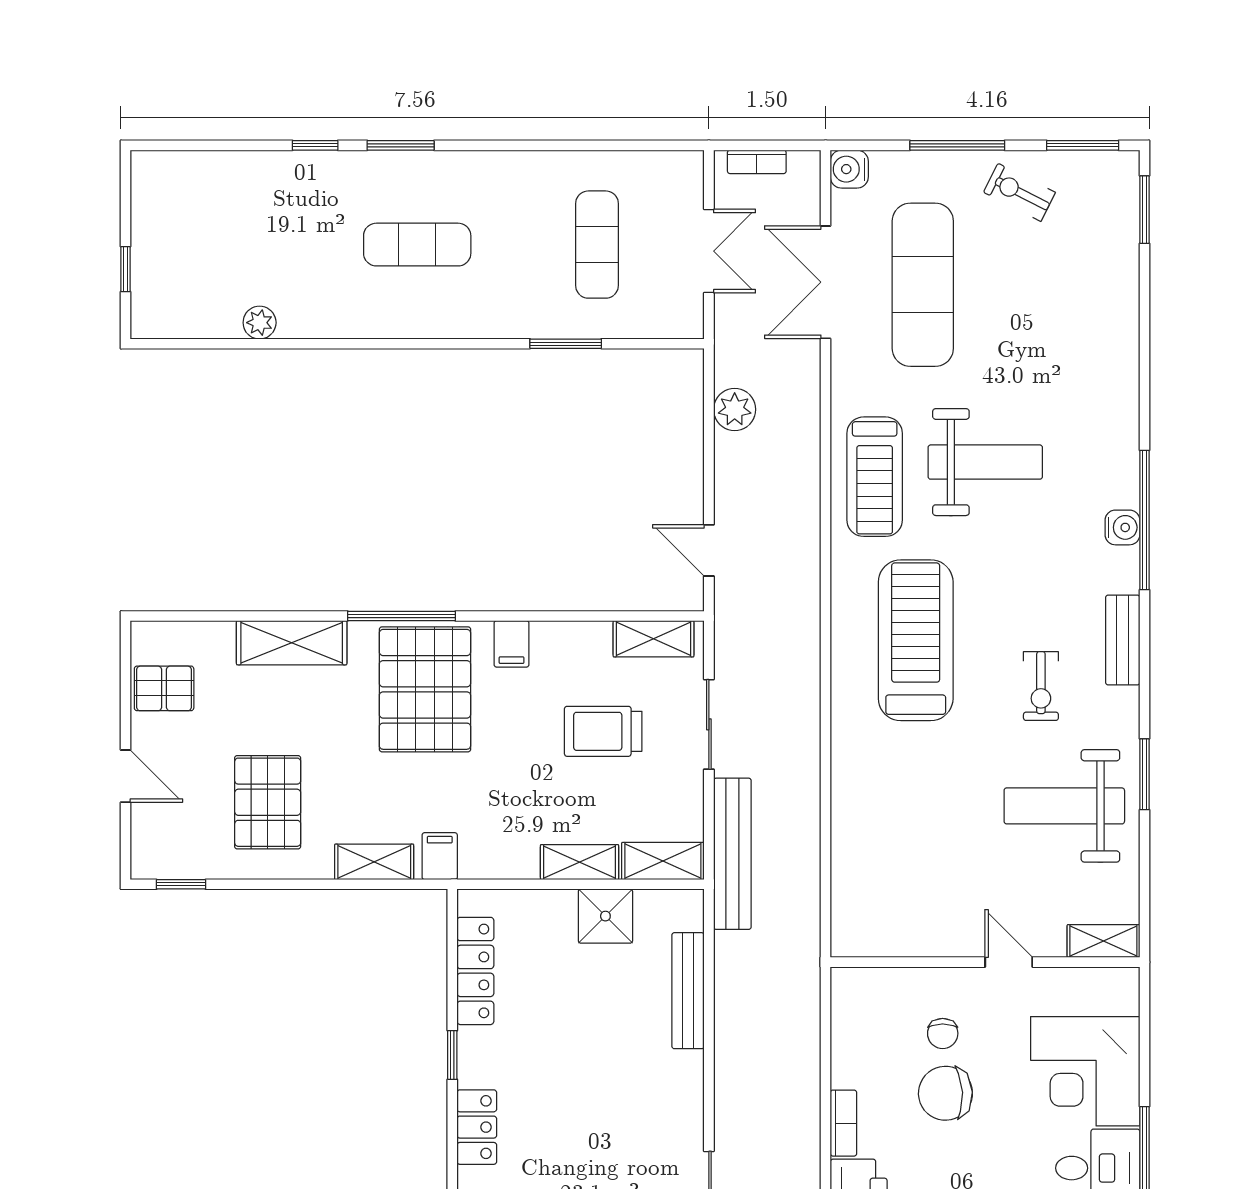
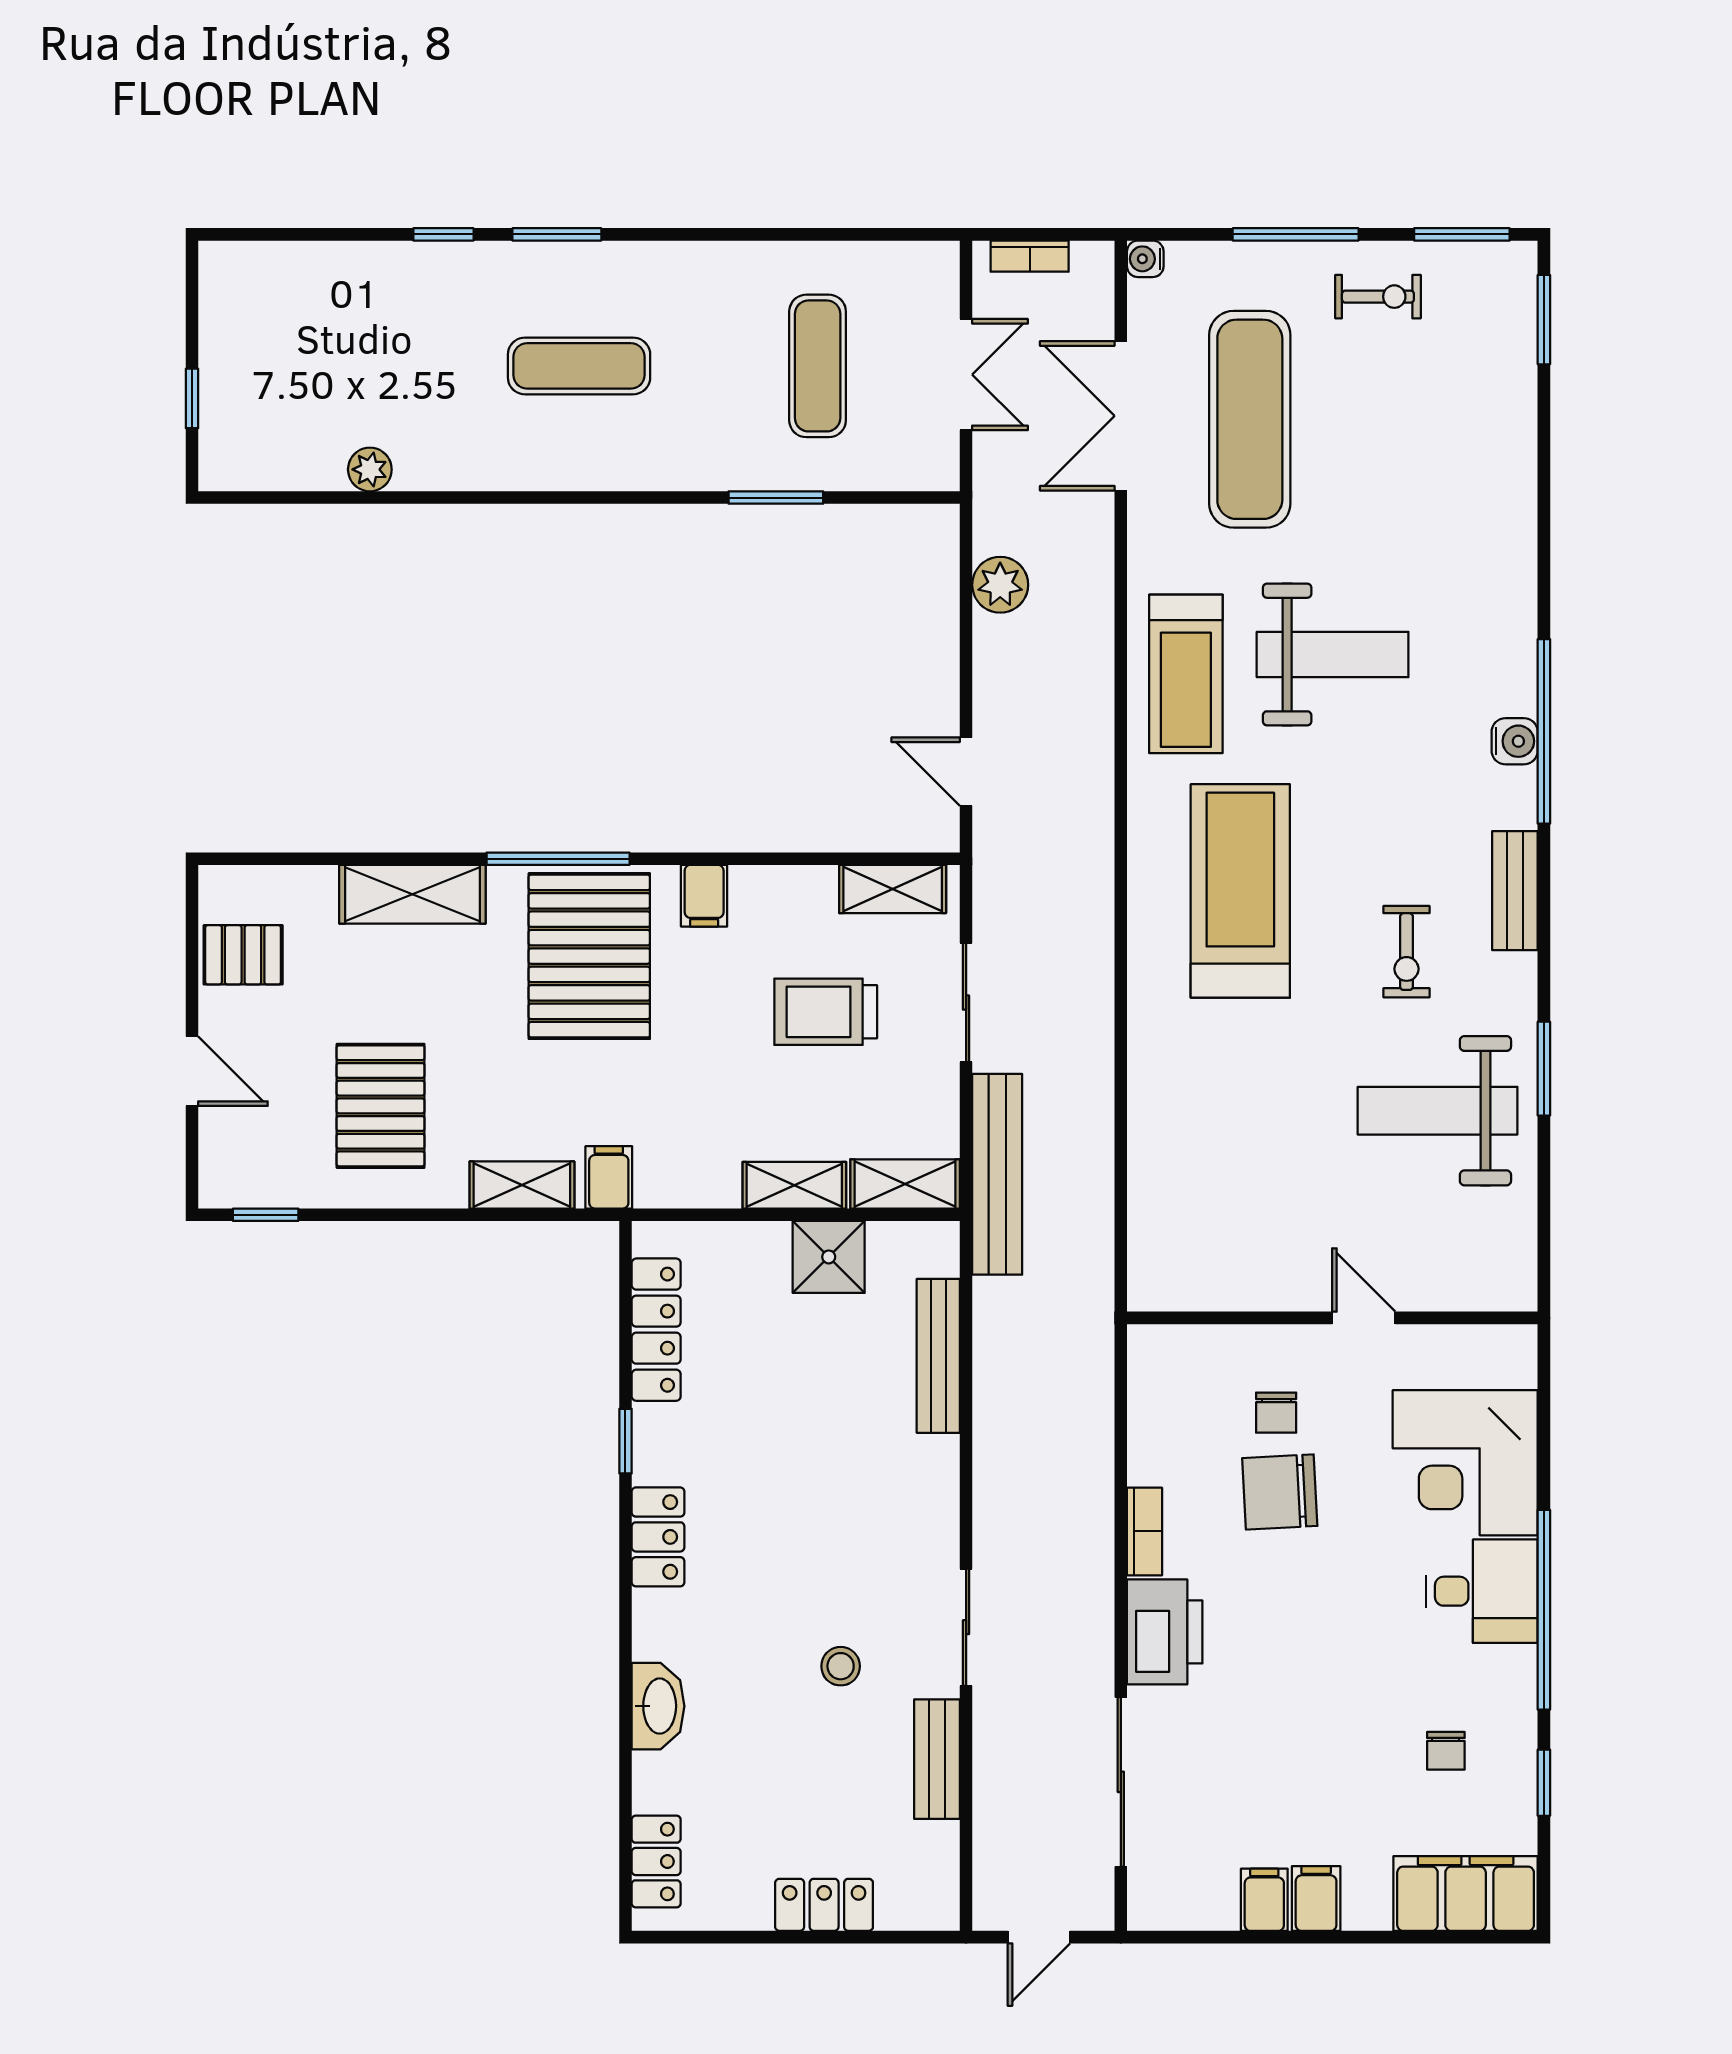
water cooler: (849, 169) -> (1145, 259), width x0.72, depth x0.72
exercise bike: (1019, 192) -> (1378, 297), turned 153
shelving: (1103, 941) -> (1489, 1290), removed

